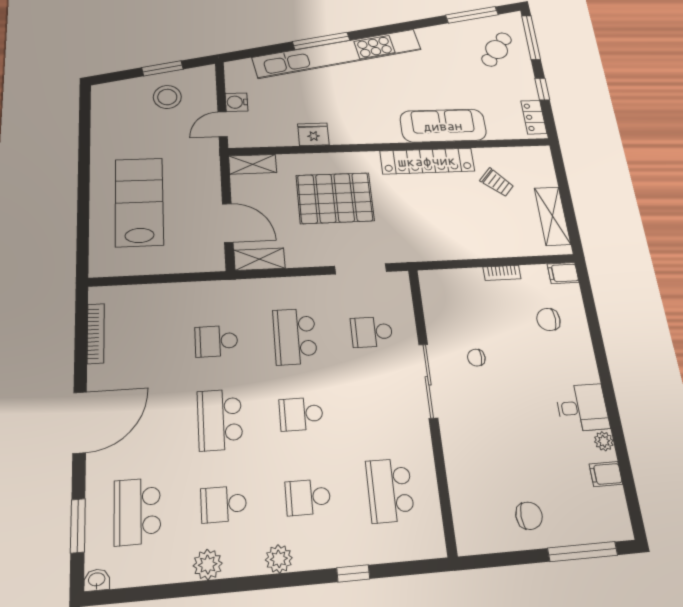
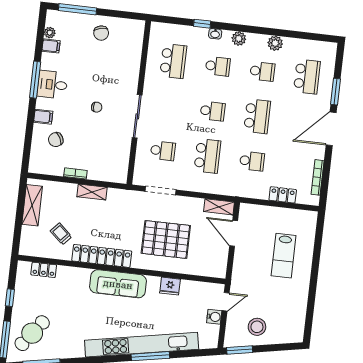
cafe table: (497, 49) -> (32, 333), width x1.37, depth x1.35
window: (163, 68) -> (240, 350), moved
locker: (534, 117) -> (44, 270), moved, turned 90
sofa: (443, 126) -> (118, 284), moved
shelving: (253, 164) -> (92, 192), moved
lab bench: (139, 202) -> (284, 256), width x0.73, depth x0.72
filing cabinet: (563, 273) -> (43, 117), moved
locker: (154, 295) -> (283, 195), added
chair: (548, 320) -> (56, 140), turned 153
chair: (476, 358) -> (97, 107), moved
window: (612, 410) -> (35, 80), added
plant: (604, 441) -> (50, 33), moved
chair: (529, 516) -> (101, 33), turned -103
window: (78, 526) -> (335, 92), moved
washbasin: (97, 580) -> (215, 34), moved

